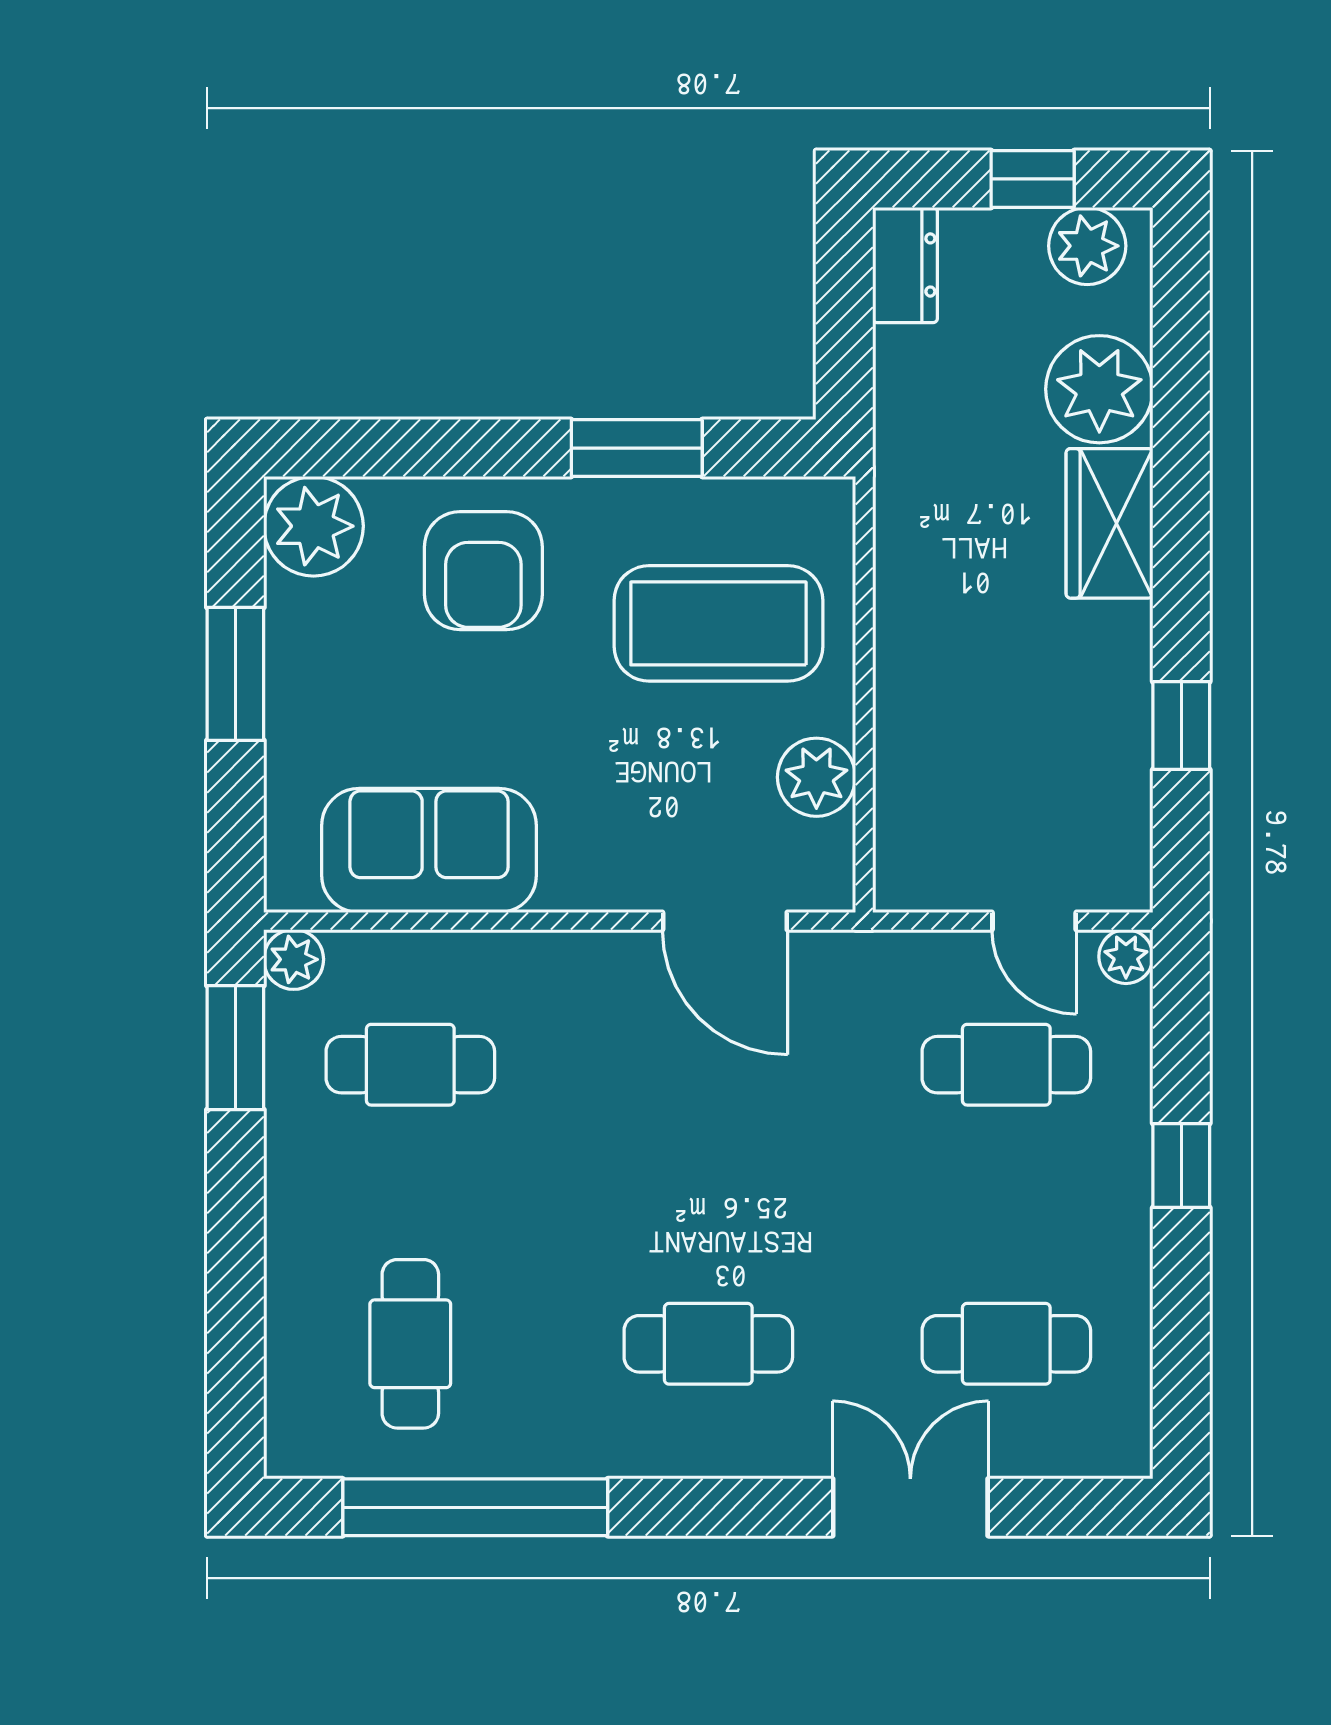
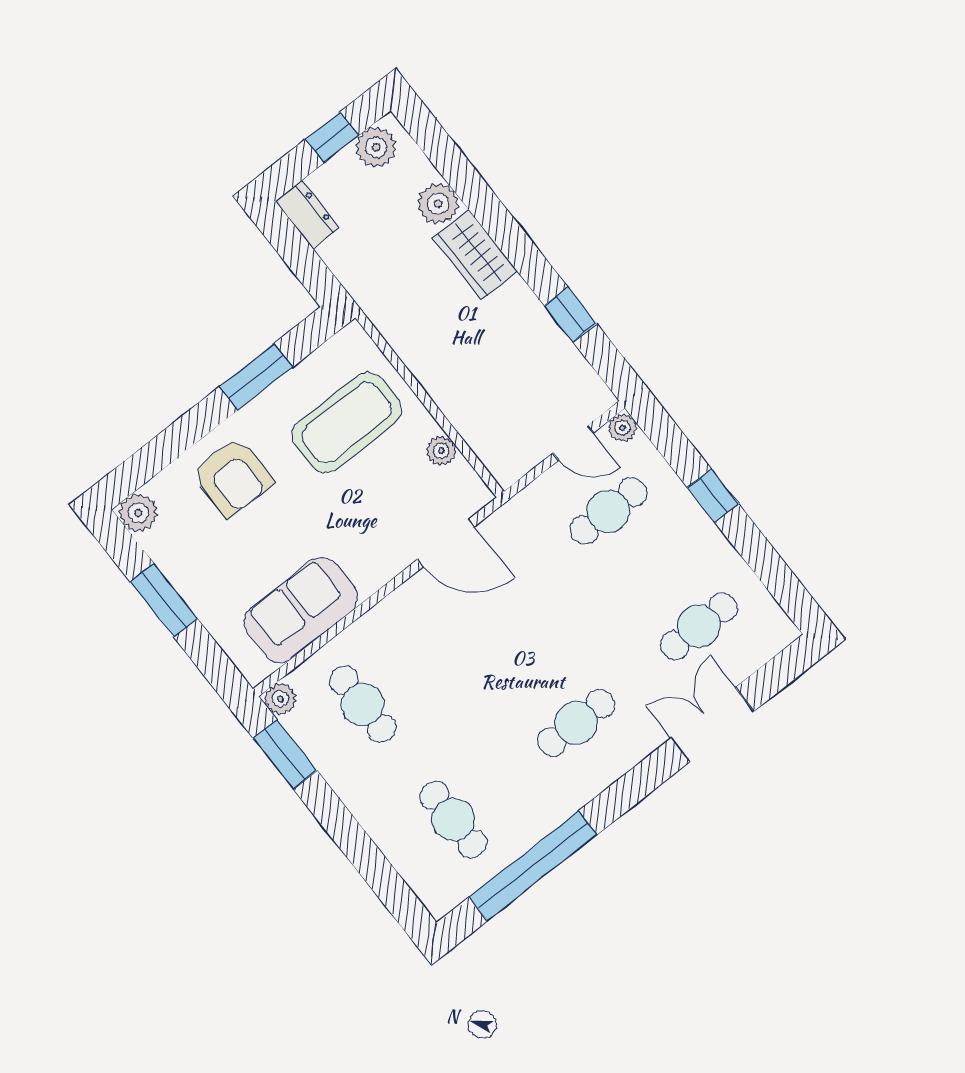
plant: (1099, 389) -> (438, 204), width x0.73, depth x0.73
plant: (313, 526) -> (138, 513), width x0.73, depth x0.73
plant: (816, 777) -> (441, 451), width x0.73, depth x0.73
cafe table: (410, 1065) -> (363, 704), turned 90

